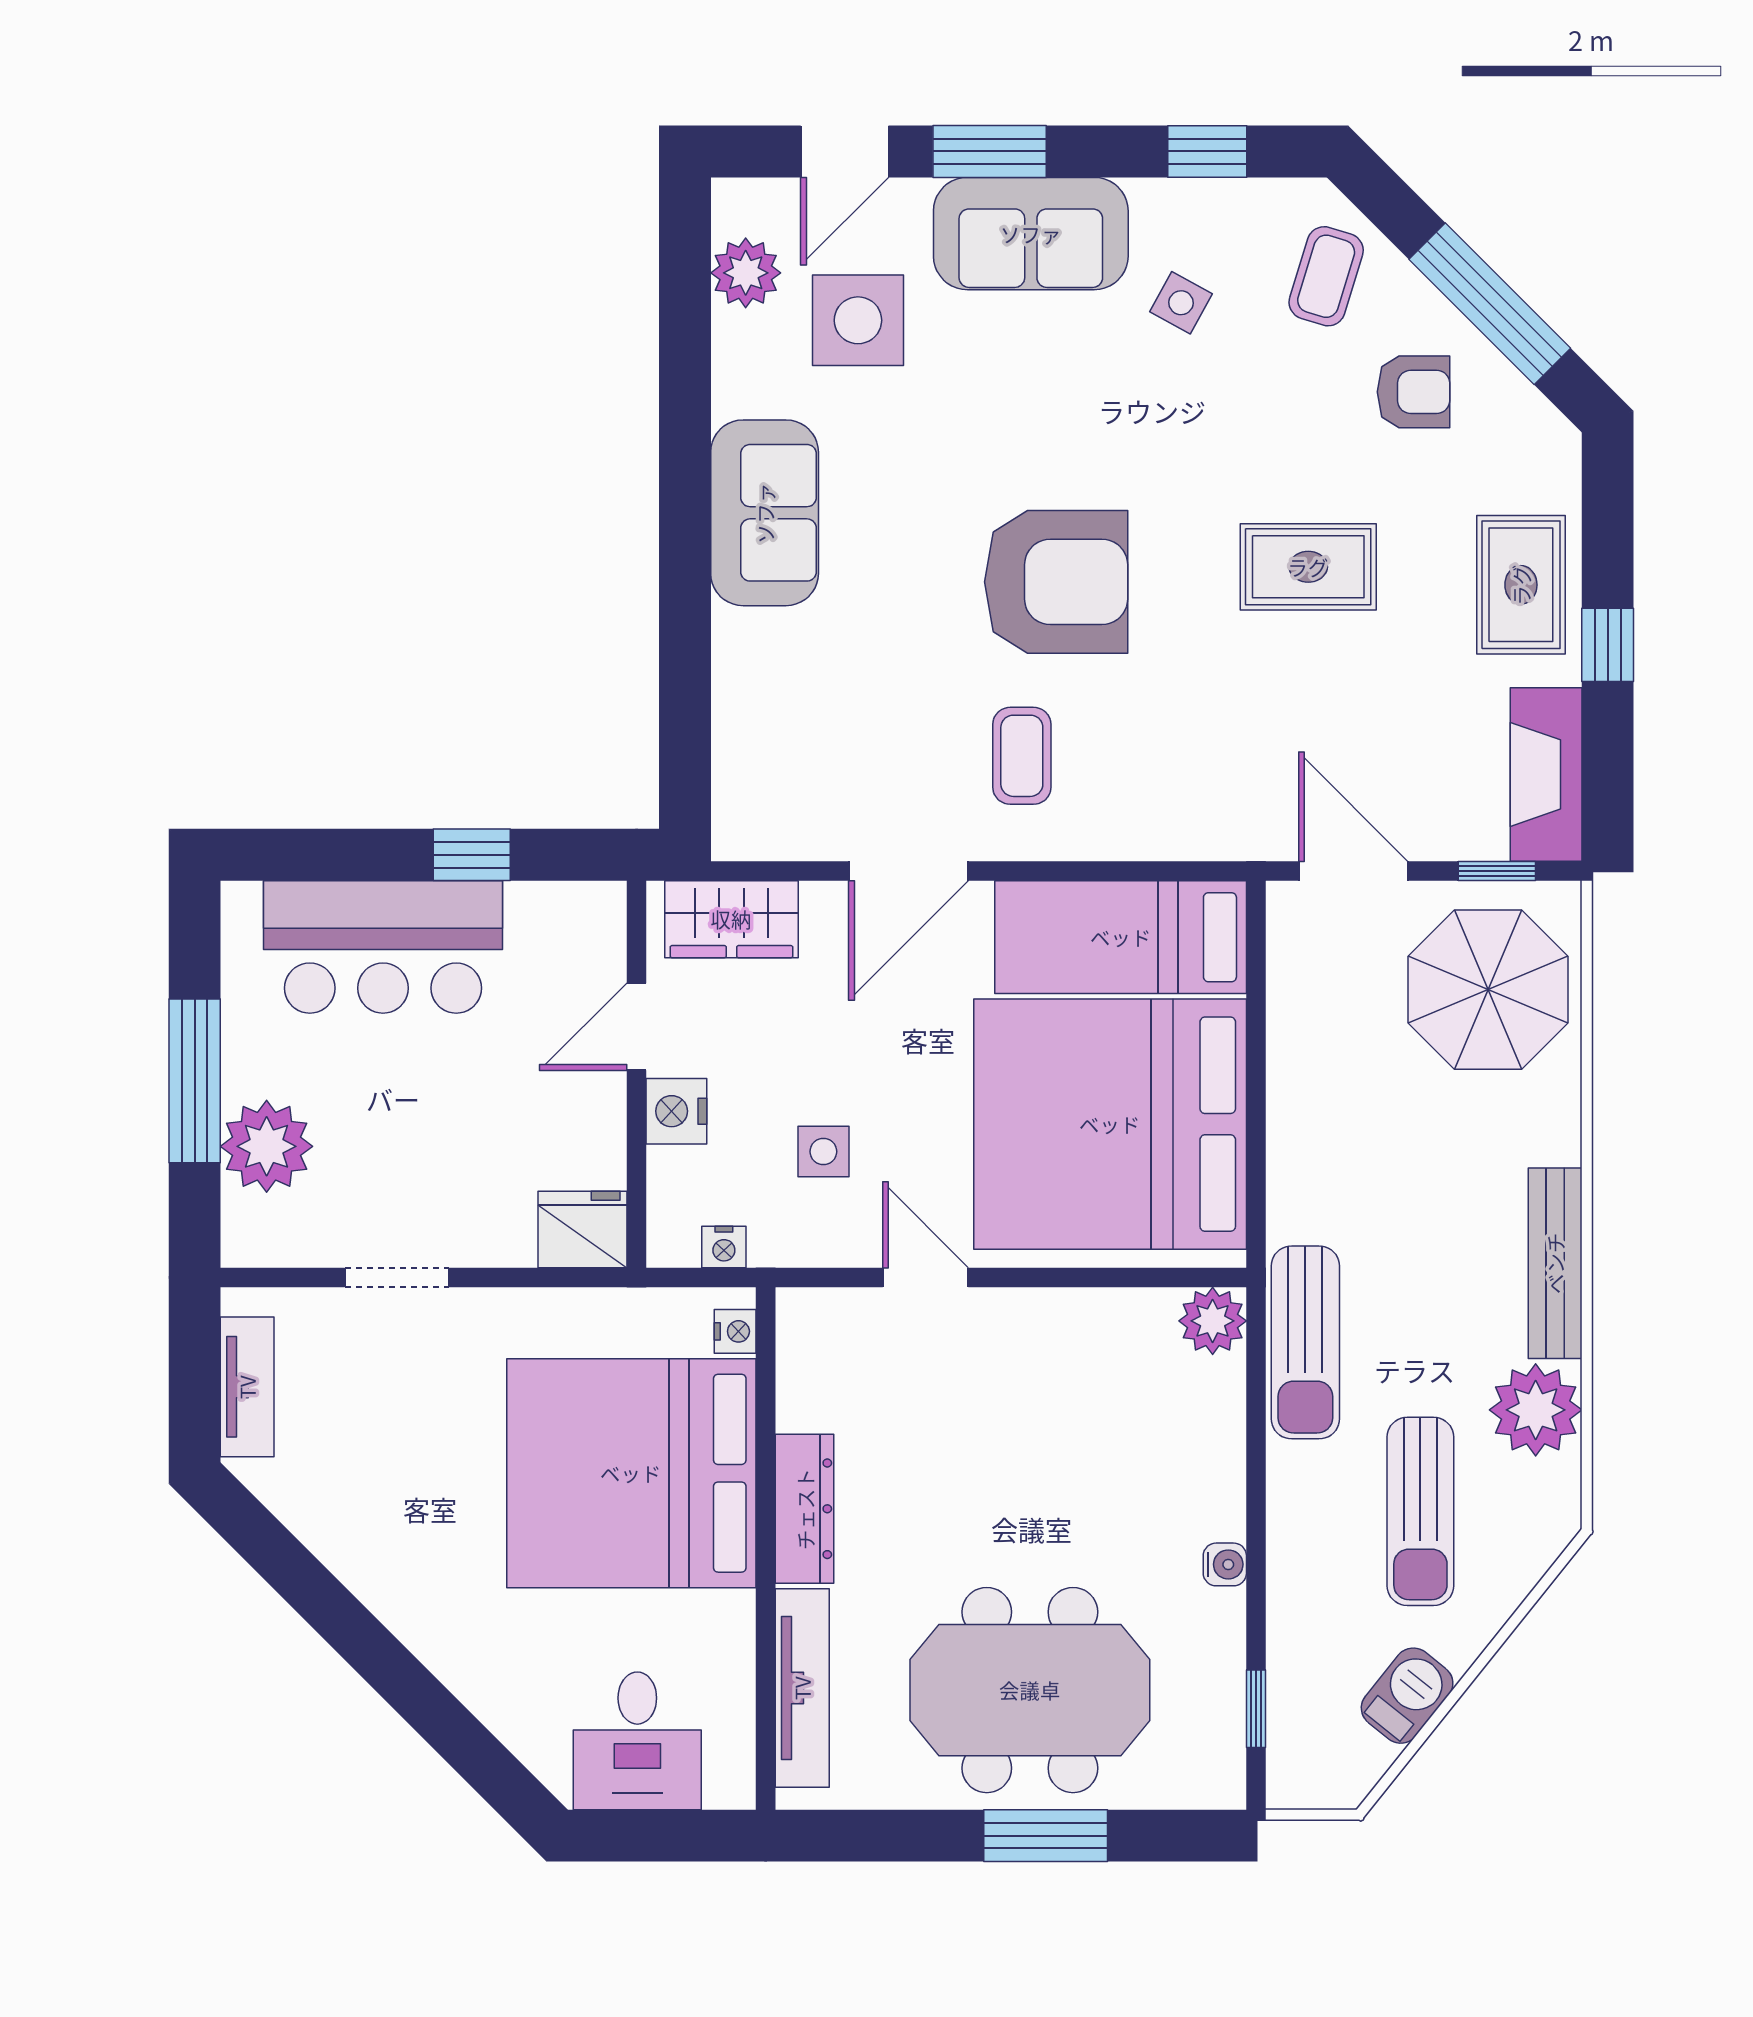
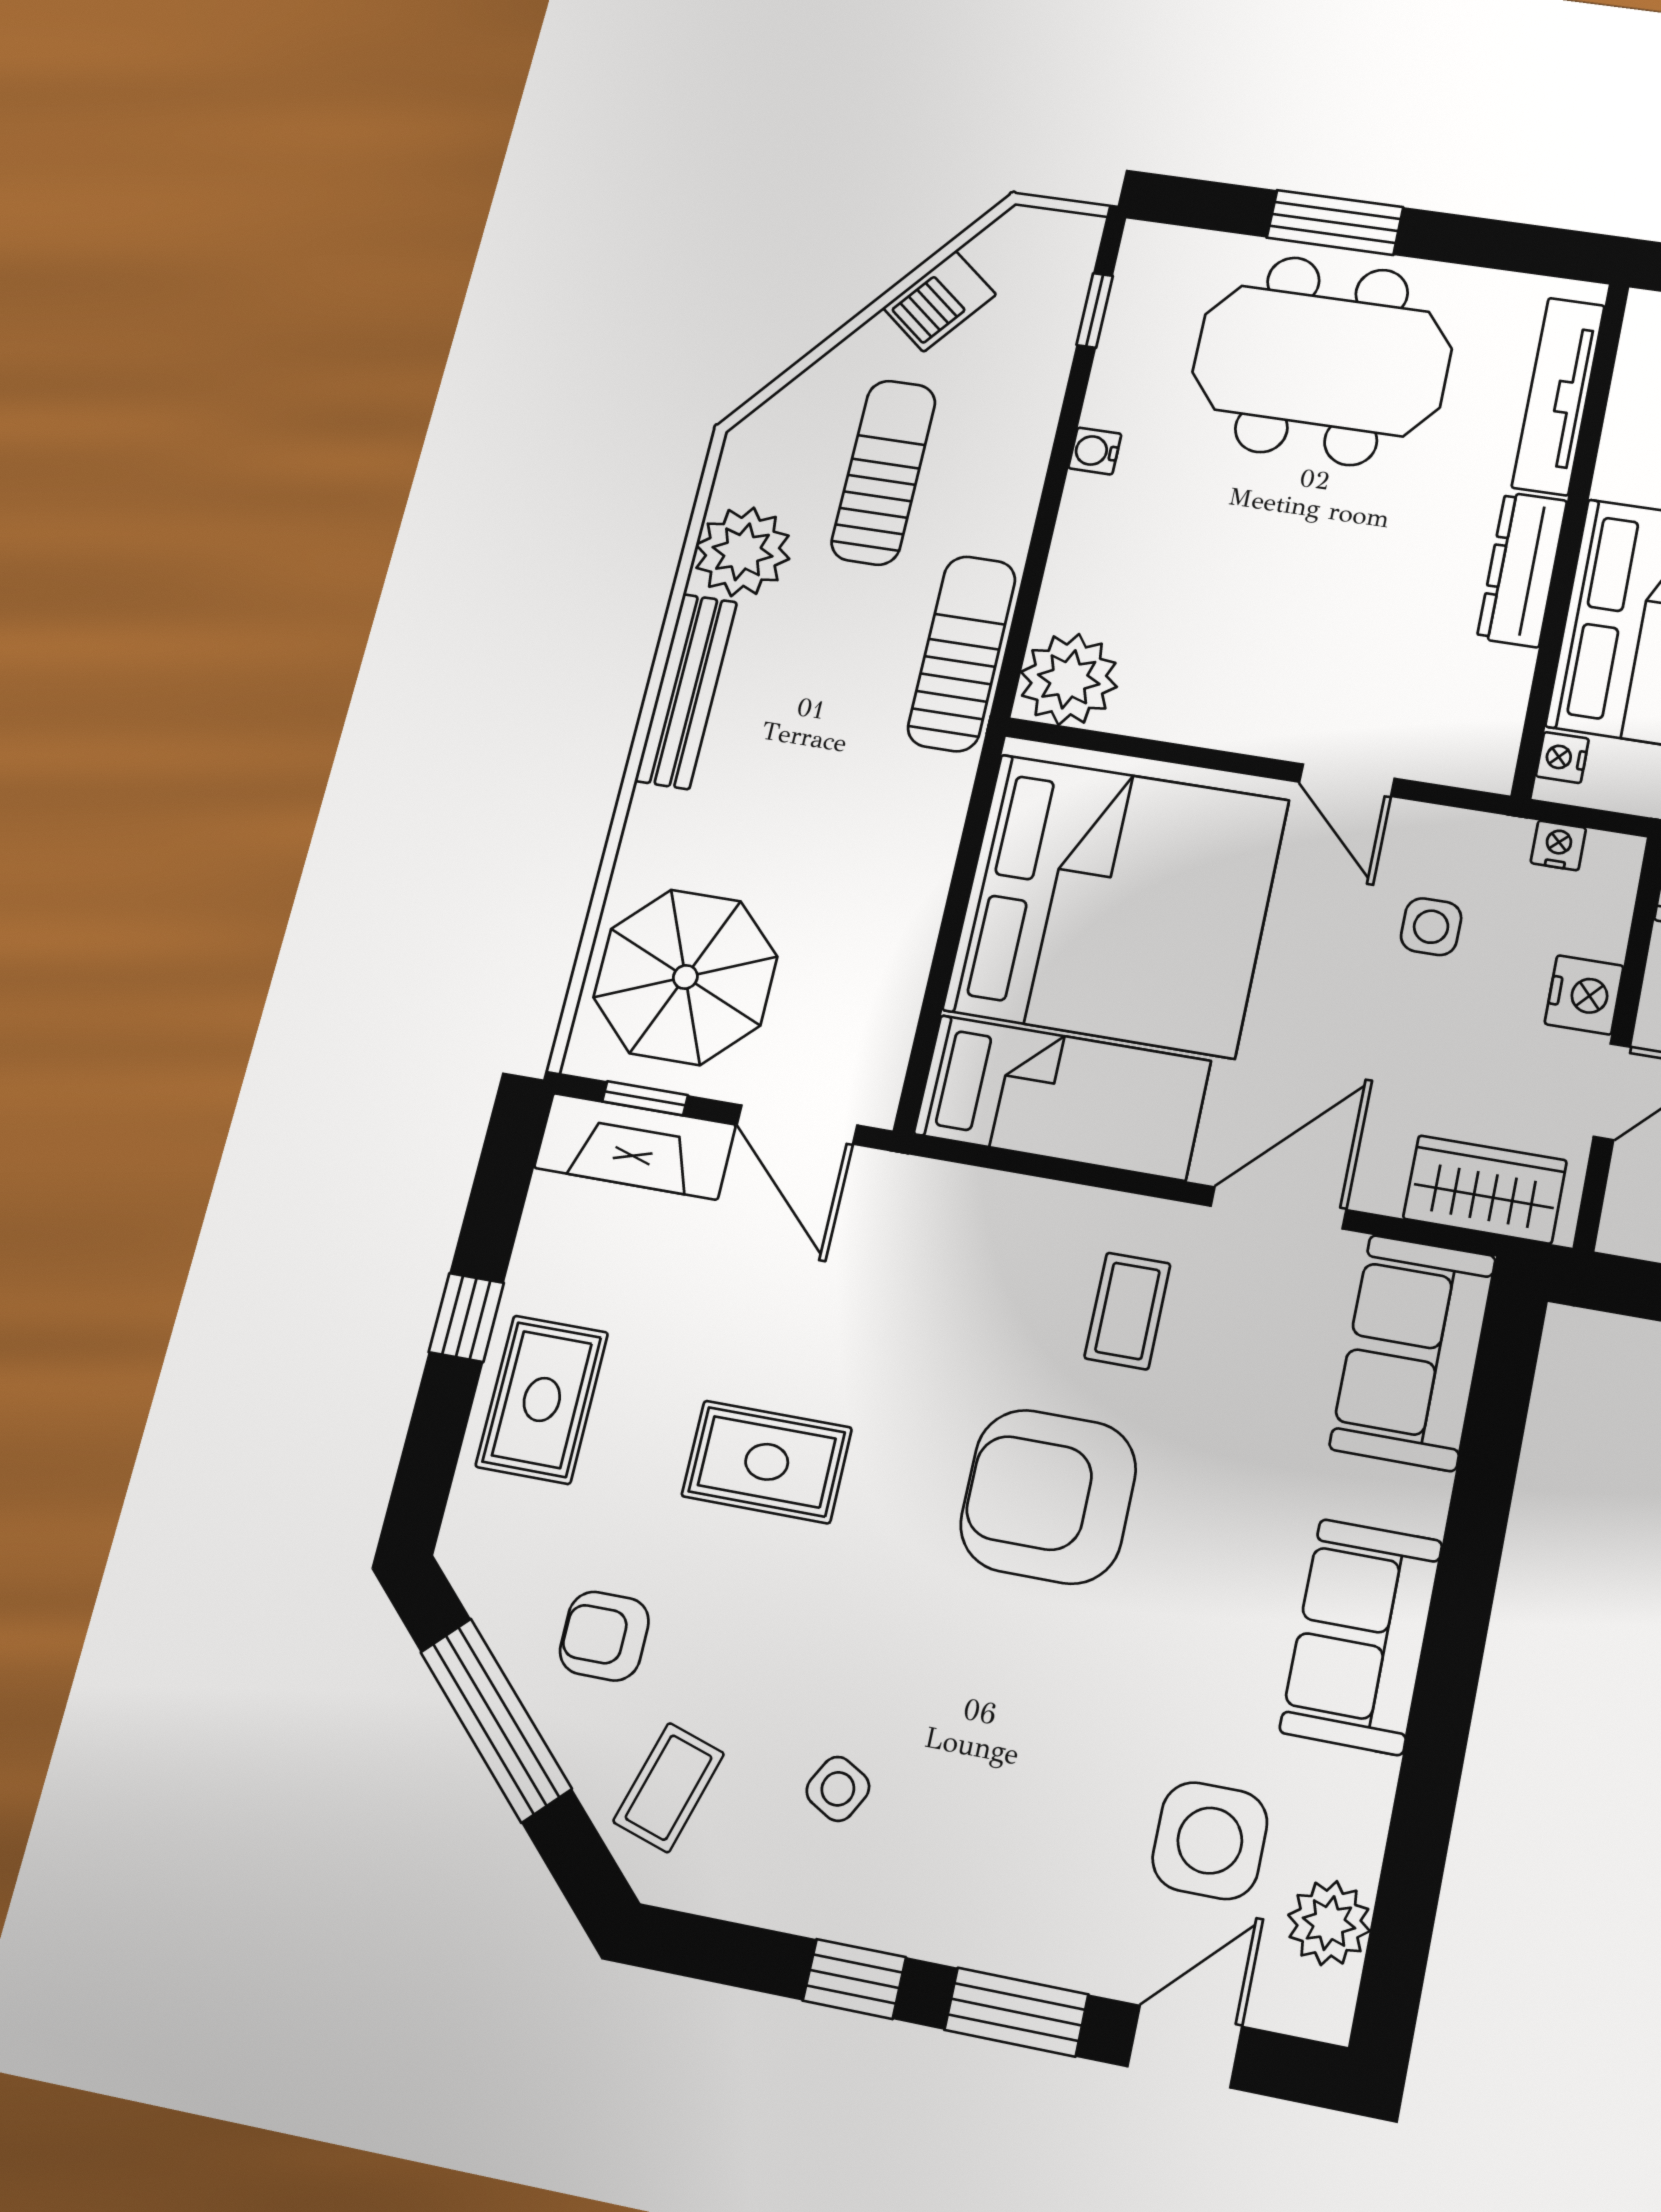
window: (1207, 151) -> (854, 1979), moved
sofa: (1031, 234) -> (1413, 1352), moved, turned -90
fireplace: (1546, 774) -> (635, 1146), moved, turned 90
plant: (1213, 1321) -> (1069, 679), width x1.36, depth x1.36

